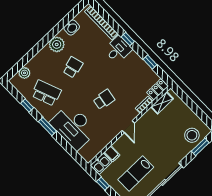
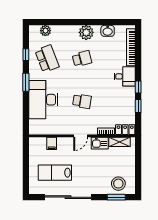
window: (128, 39) -> (138, 87), moved
kitchen sink: (101, 164) -> (100, 143), moved
window: (103, 184) -> (26, 158), removed

